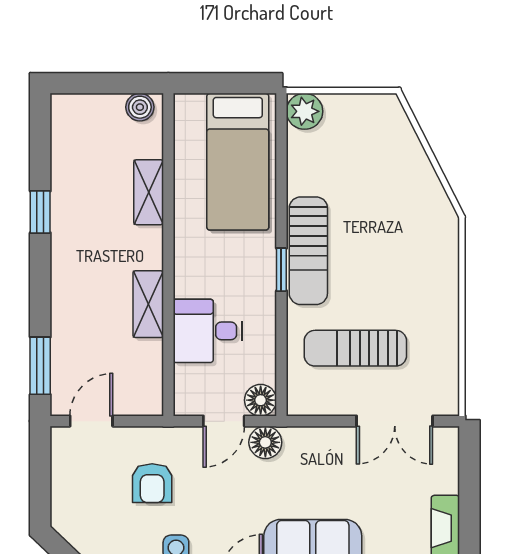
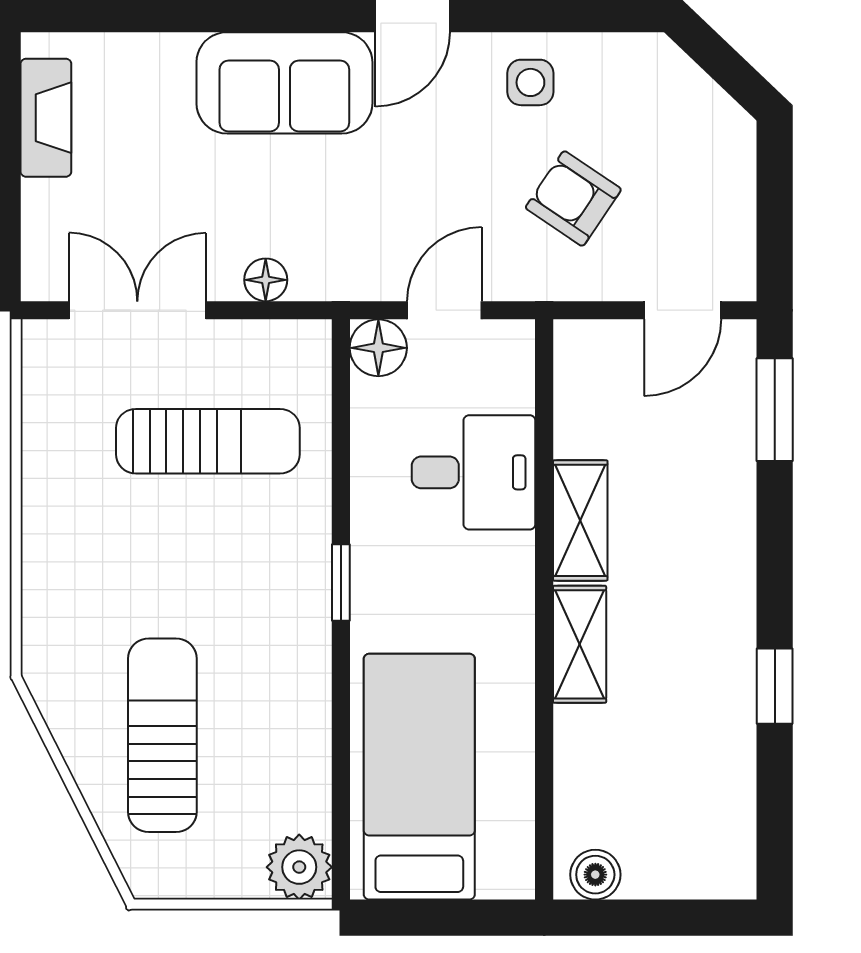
shelving: (149, 192) -> (580, 644), moved
sun lounger: (308, 251) -> (162, 735), moved
floor lamp: (265, 442) -> (266, 280), moved, width x0.73, depth x0.73
armchair: (152, 483) -> (573, 199), turned -56

